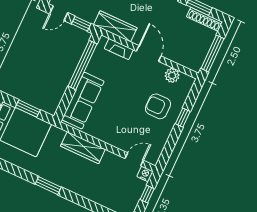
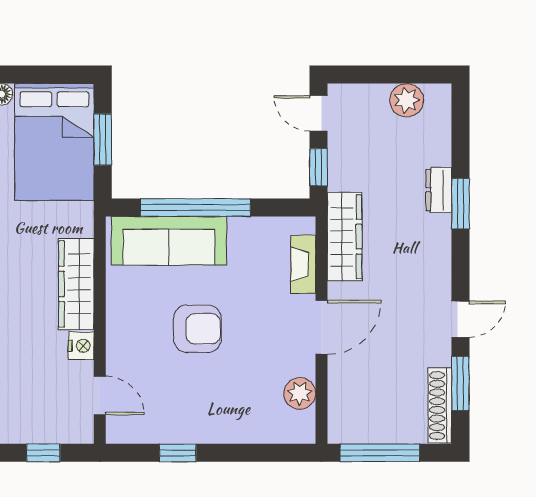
window: (83, 65) -> (195, 208), moved
armchair: (158, 106) -> (197, 329), moved, turned 90
window: (183, 118) -> (178, 453), moved
nightstand: (145, 174) -> (81, 346), moved

